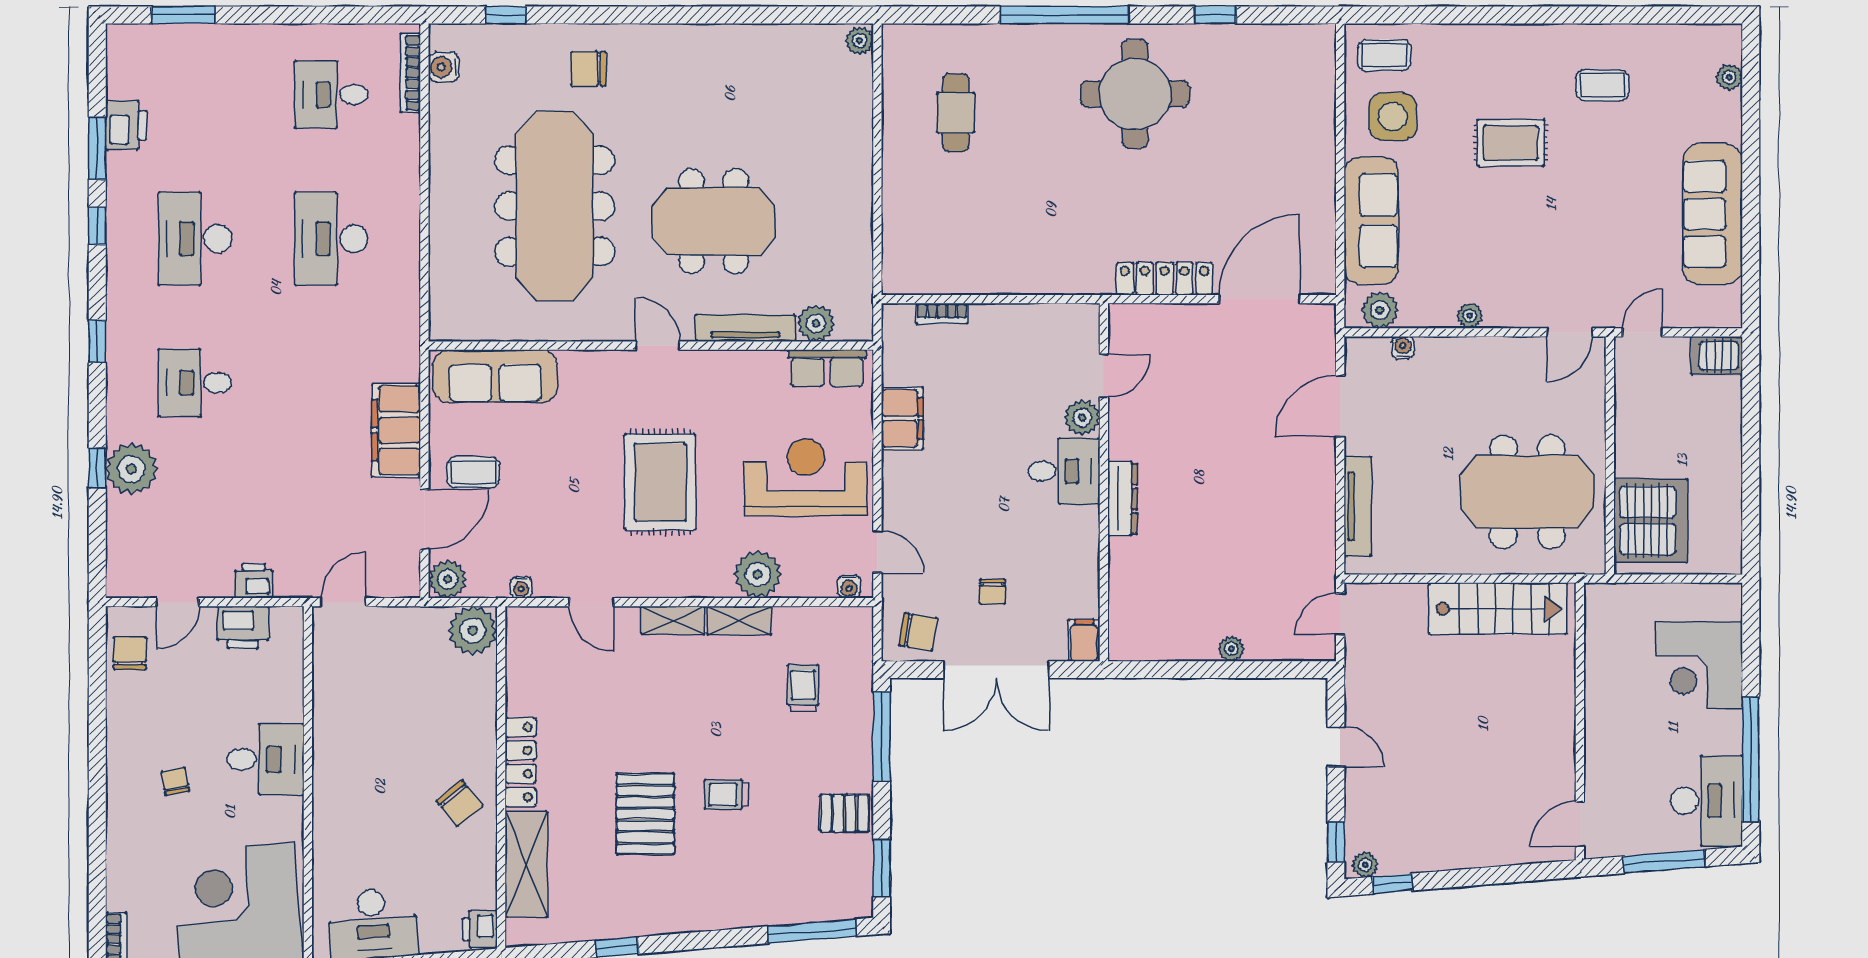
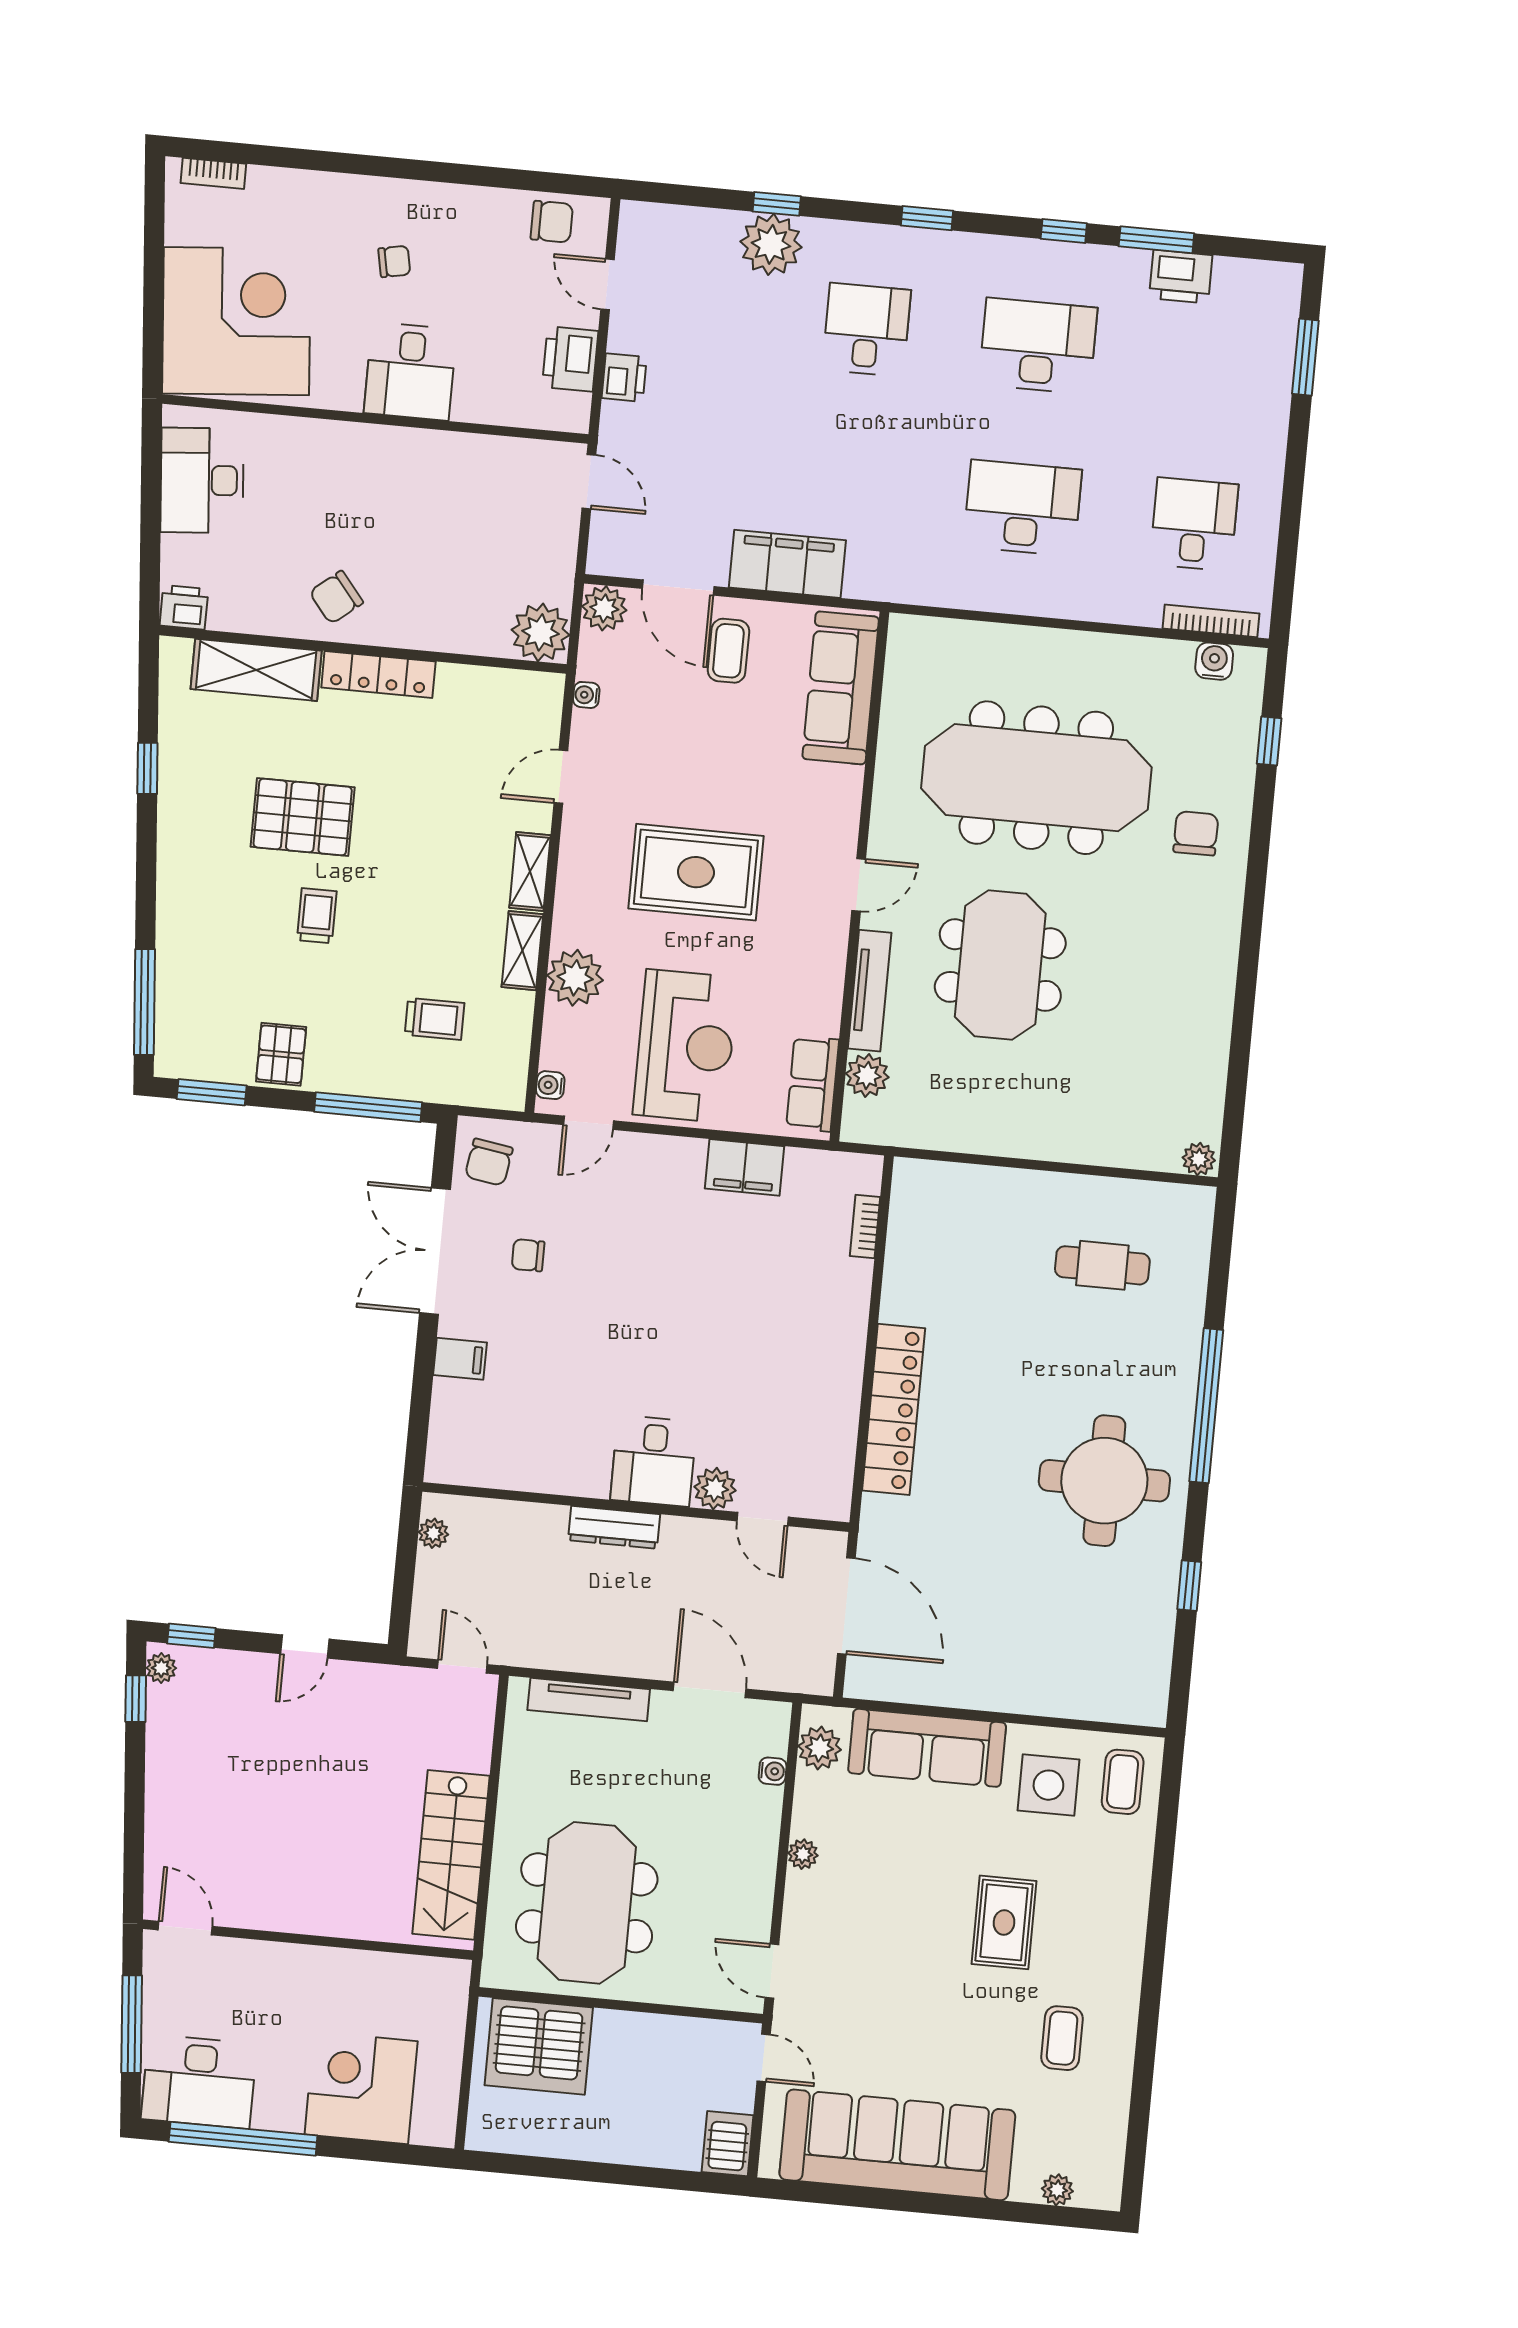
sofa: (1712, 214) -> (897, 2145), width x1.36, depth x1.27
locker: (1165, 279) -> (894, 1409), moved, width x1.41, depth x1.21
door: (1104, 376) -> (763, 1519), moved
plant: (1082, 418) -> (715, 1489), moved
desk: (1064, 471) -> (653, 1461), moved
wall: (1104, 482) -> (636, 1507), moved
dresser: (1122, 499) -> (614, 1527), moved

